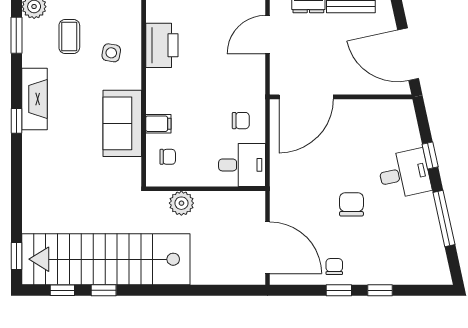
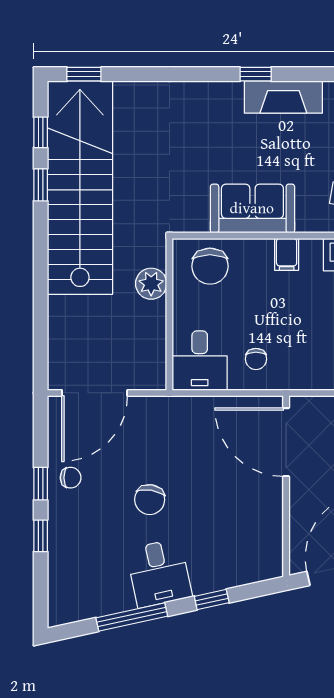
filing cabinet: (158, 124) -> (287, 254), moved
chair: (168, 157) -> (210, 266), width x1.87, depth x1.87
desk: (404, 174) -> (159, 573), moved
chair: (351, 204) -> (150, 500), turned 99

